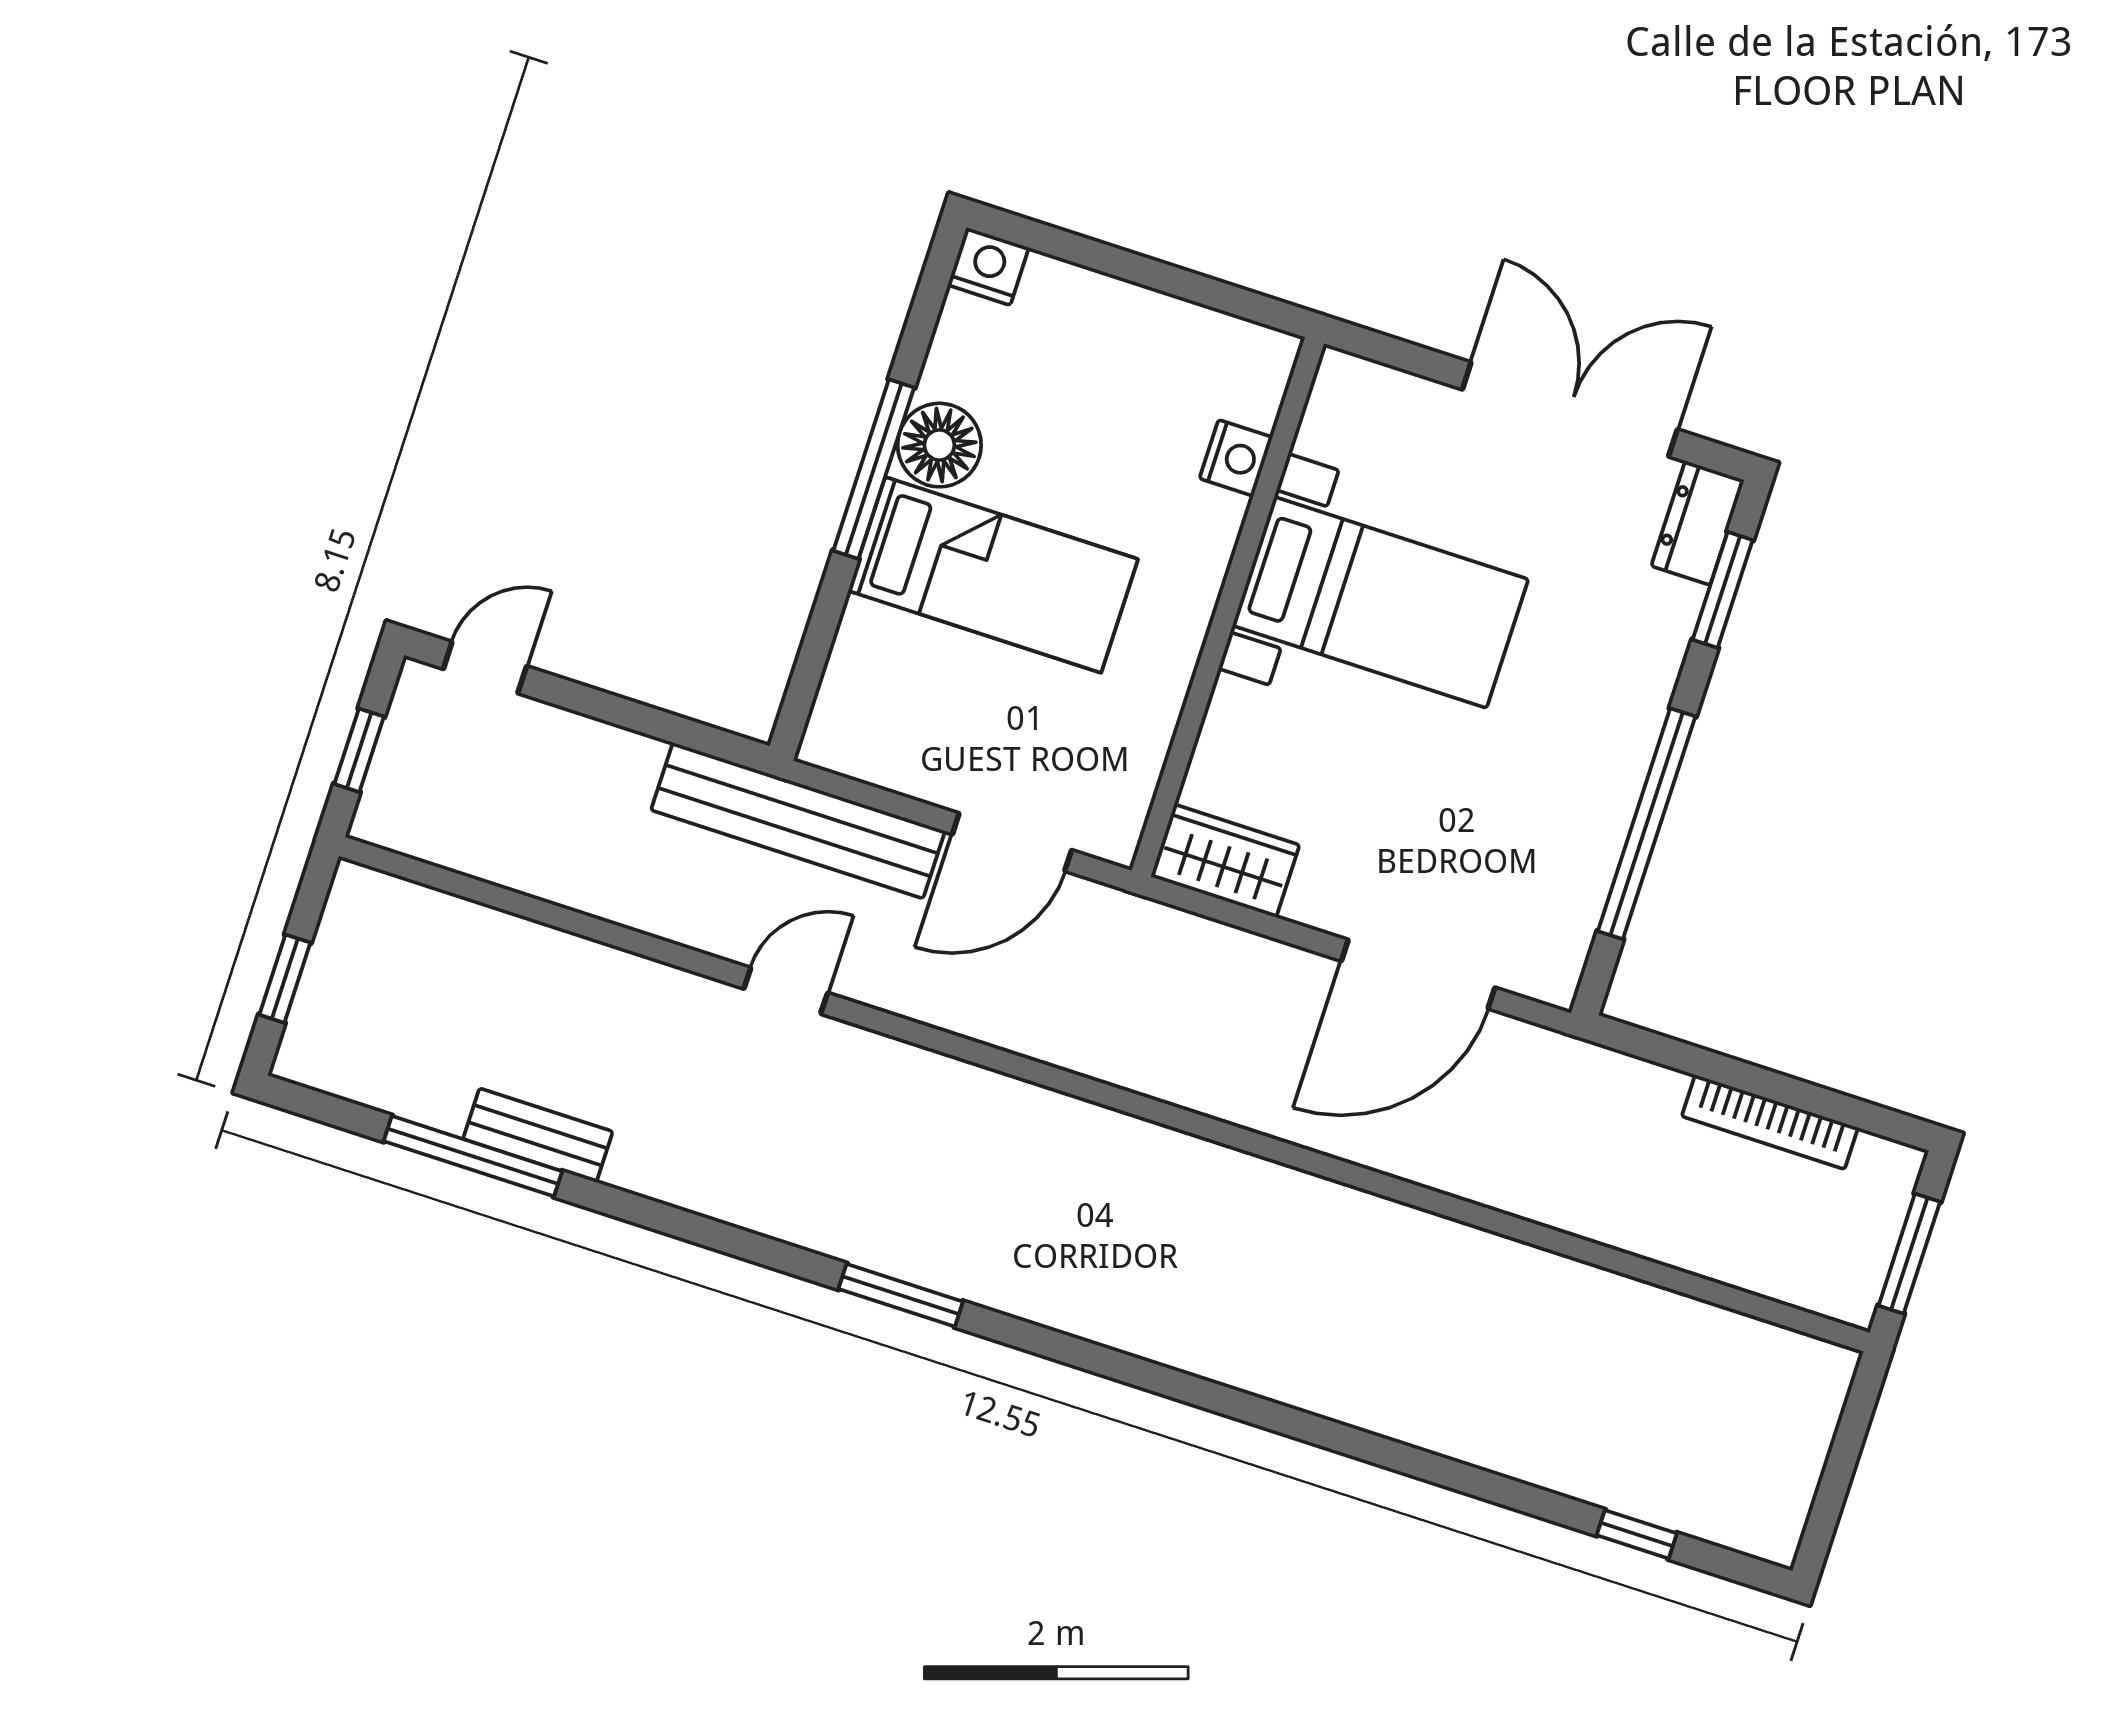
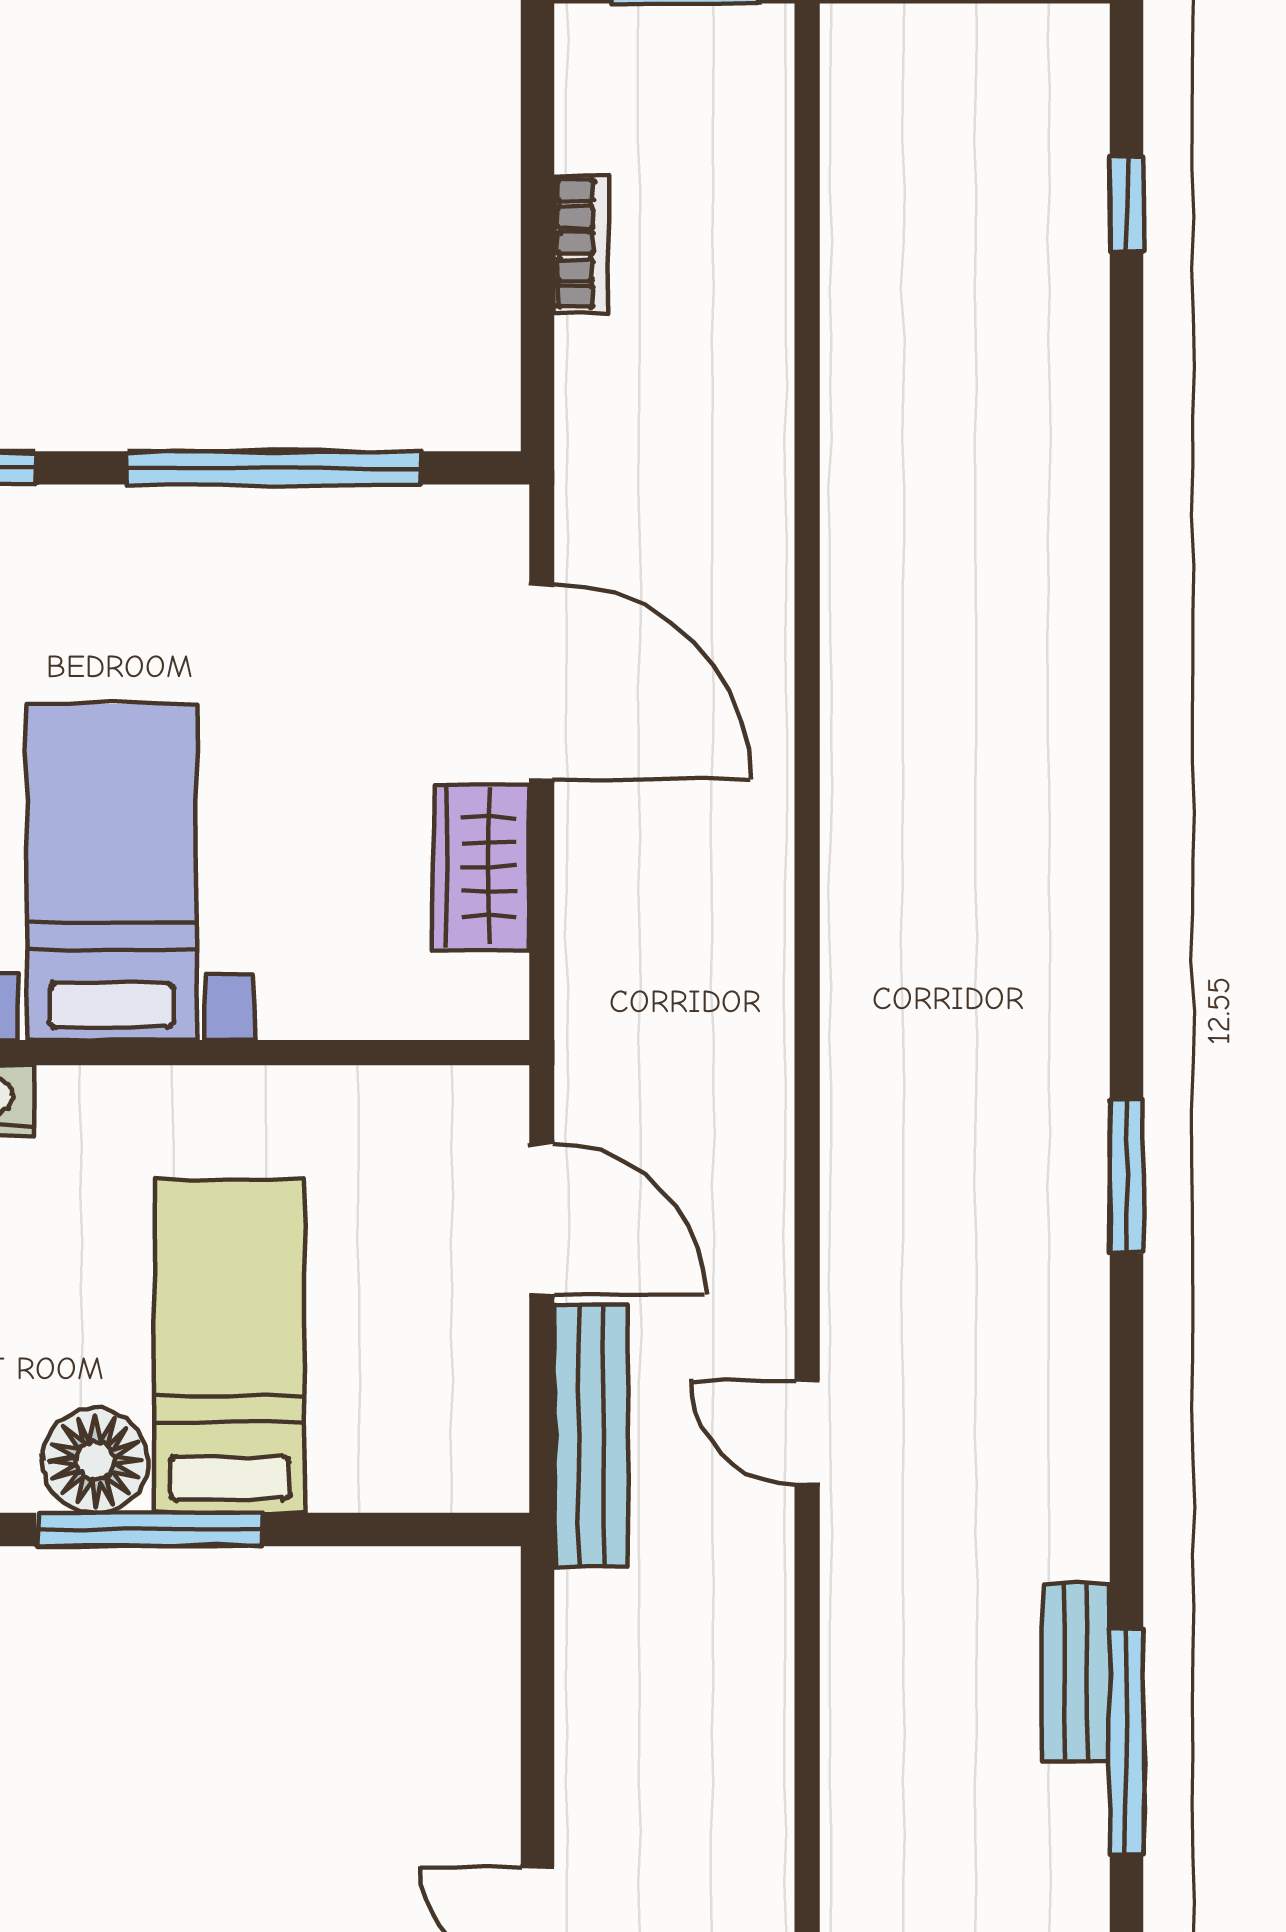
bench: (798, 821) -> (591, 1435), width x0.73, depth x0.82
wardrobe: (1225, 861) -> (481, 867), moved
bookcase: (1770, 1122) -> (582, 244), width x0.64

